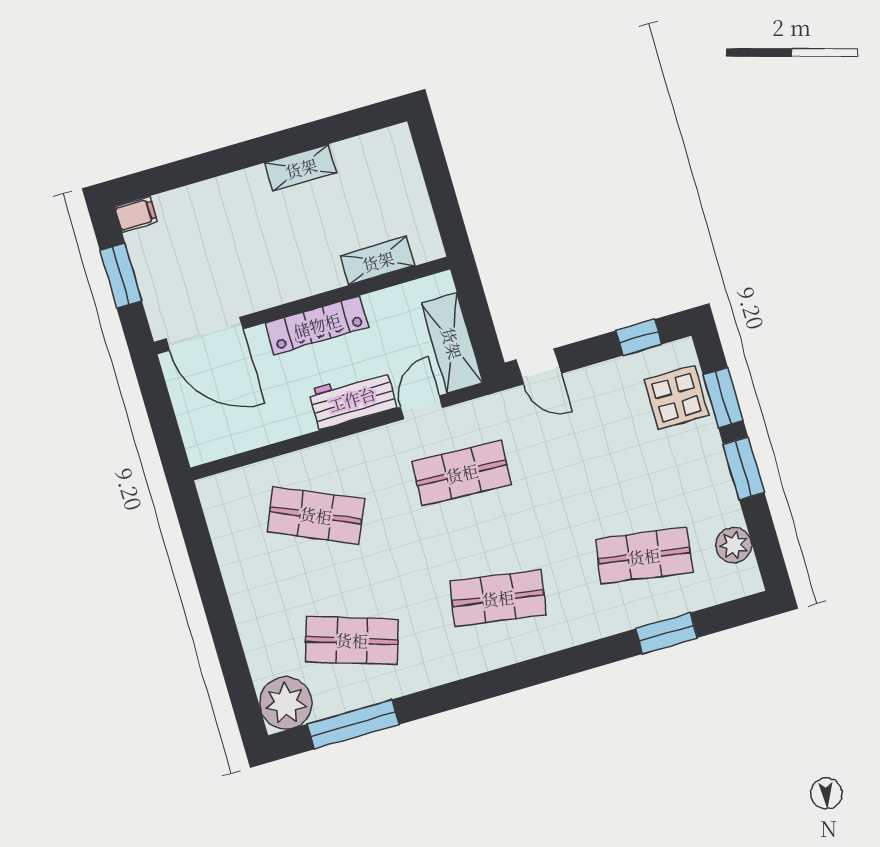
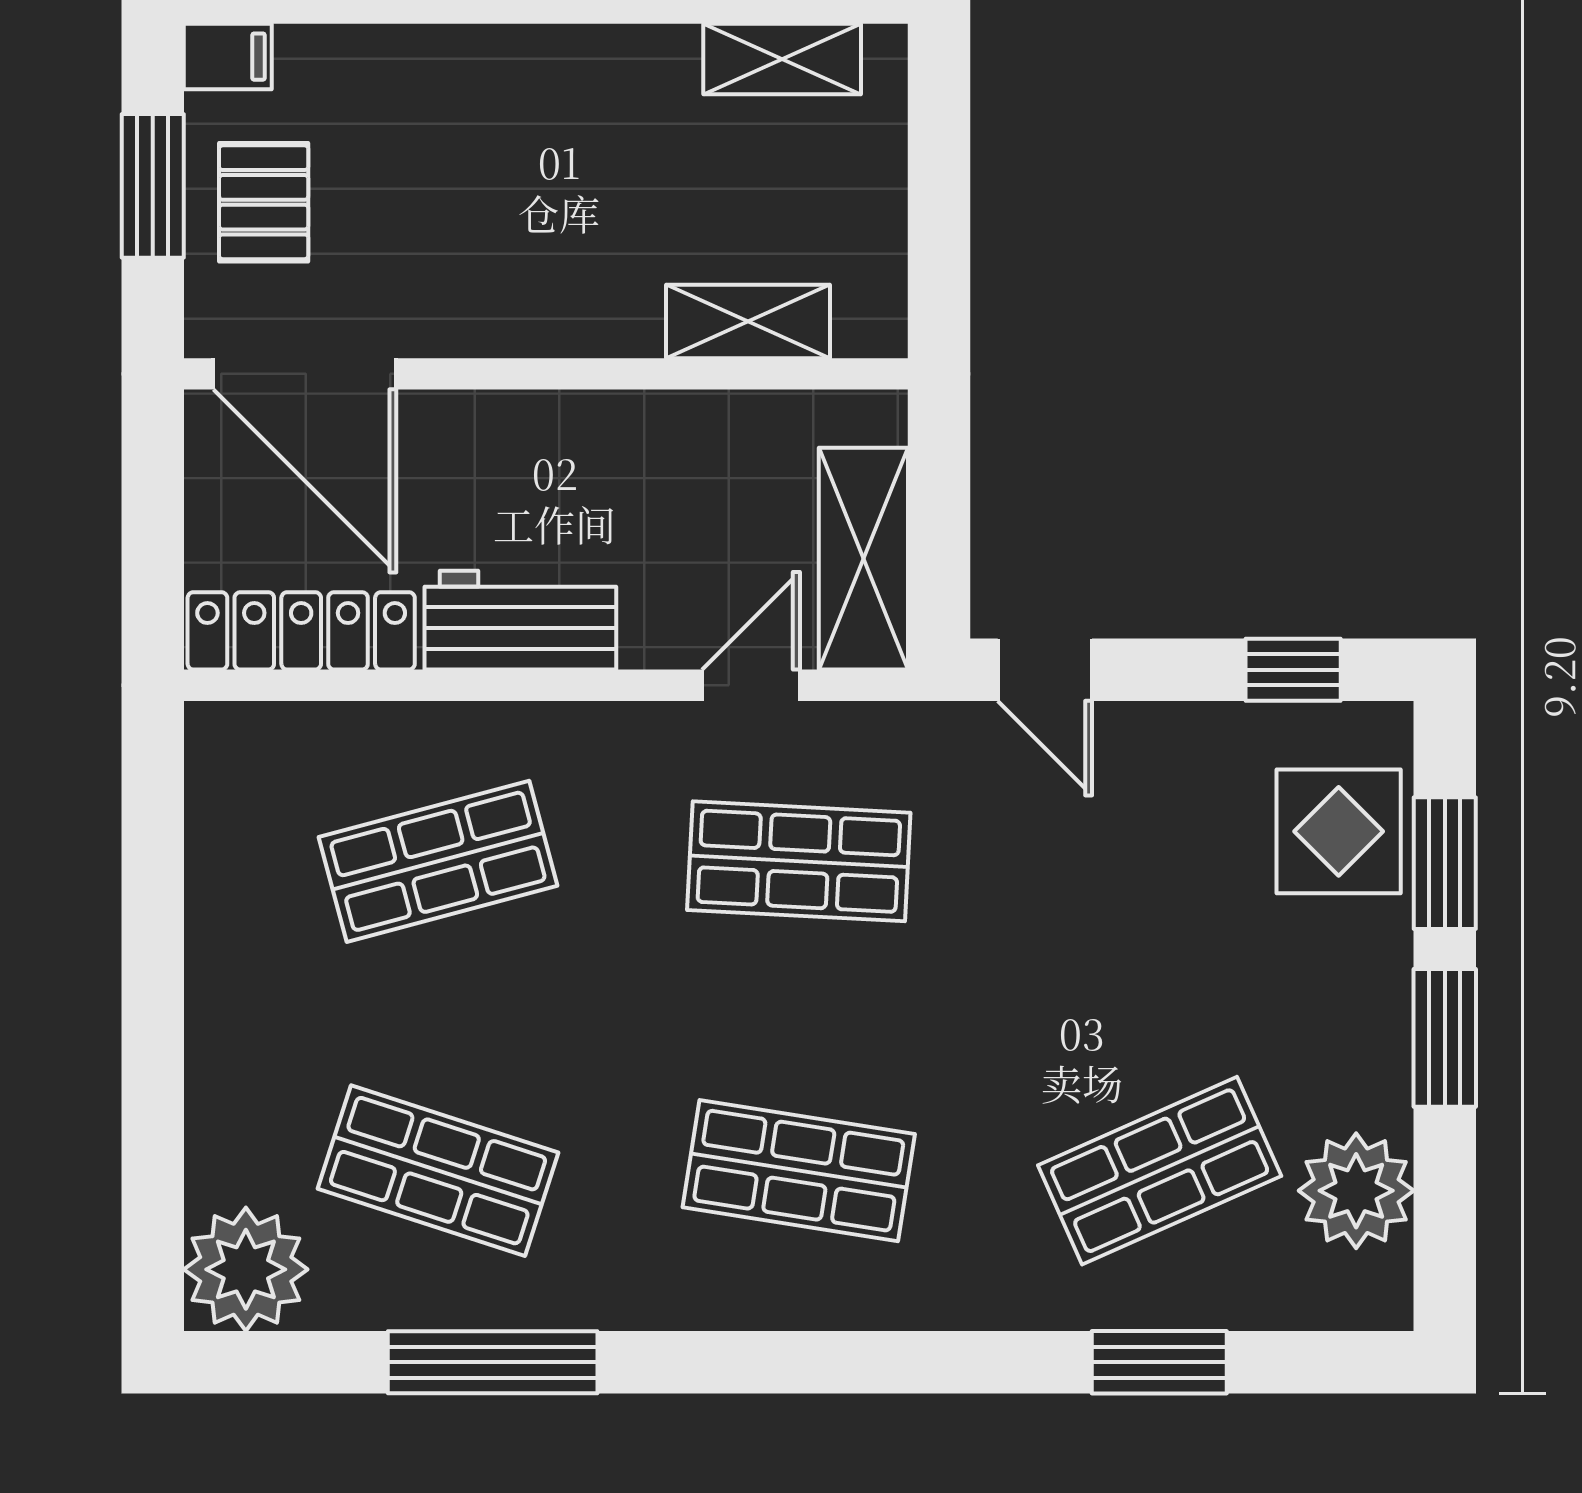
shelving: (301, 168) -> (782, 59), moved
pallet: (168, 269) -> (264, 202), added
locker: (317, 325) -> (301, 631), moved, turned 180
workbench: (352, 399) -> (520, 620), moved
shop shelf: (316, 515) -> (438, 861), turned -39
plant: (734, 545) -> (1356, 1191), width x1.36, depth x1.36
shop shelf: (644, 556) -> (1160, 1171), turned -33
window: (353, 724) -> (493, 1362), moved

